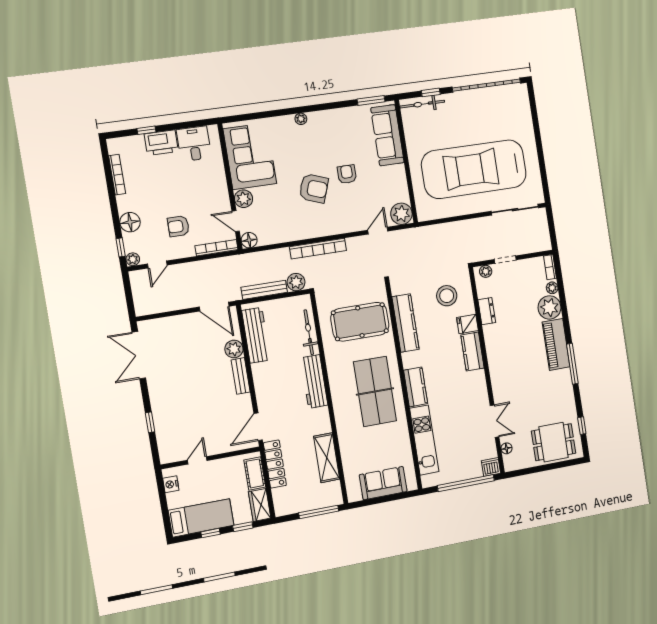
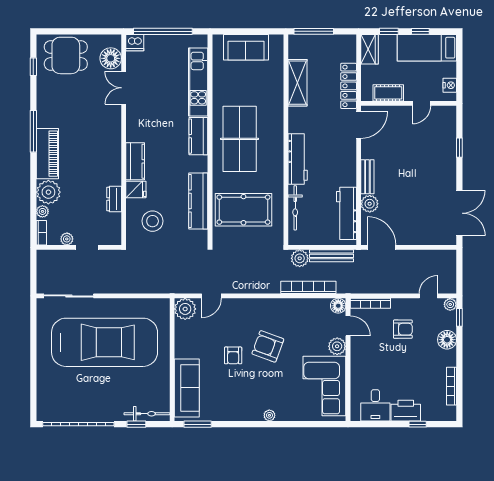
bookcase: (318, 249) -> (308, 287), moved
plant: (486, 271) -> (67, 239), moved
floor lamp: (507, 448) -> (111, 58), width x1.89, depth x1.89
cot: (255, 473) -> (388, 93), moved, turned 90

